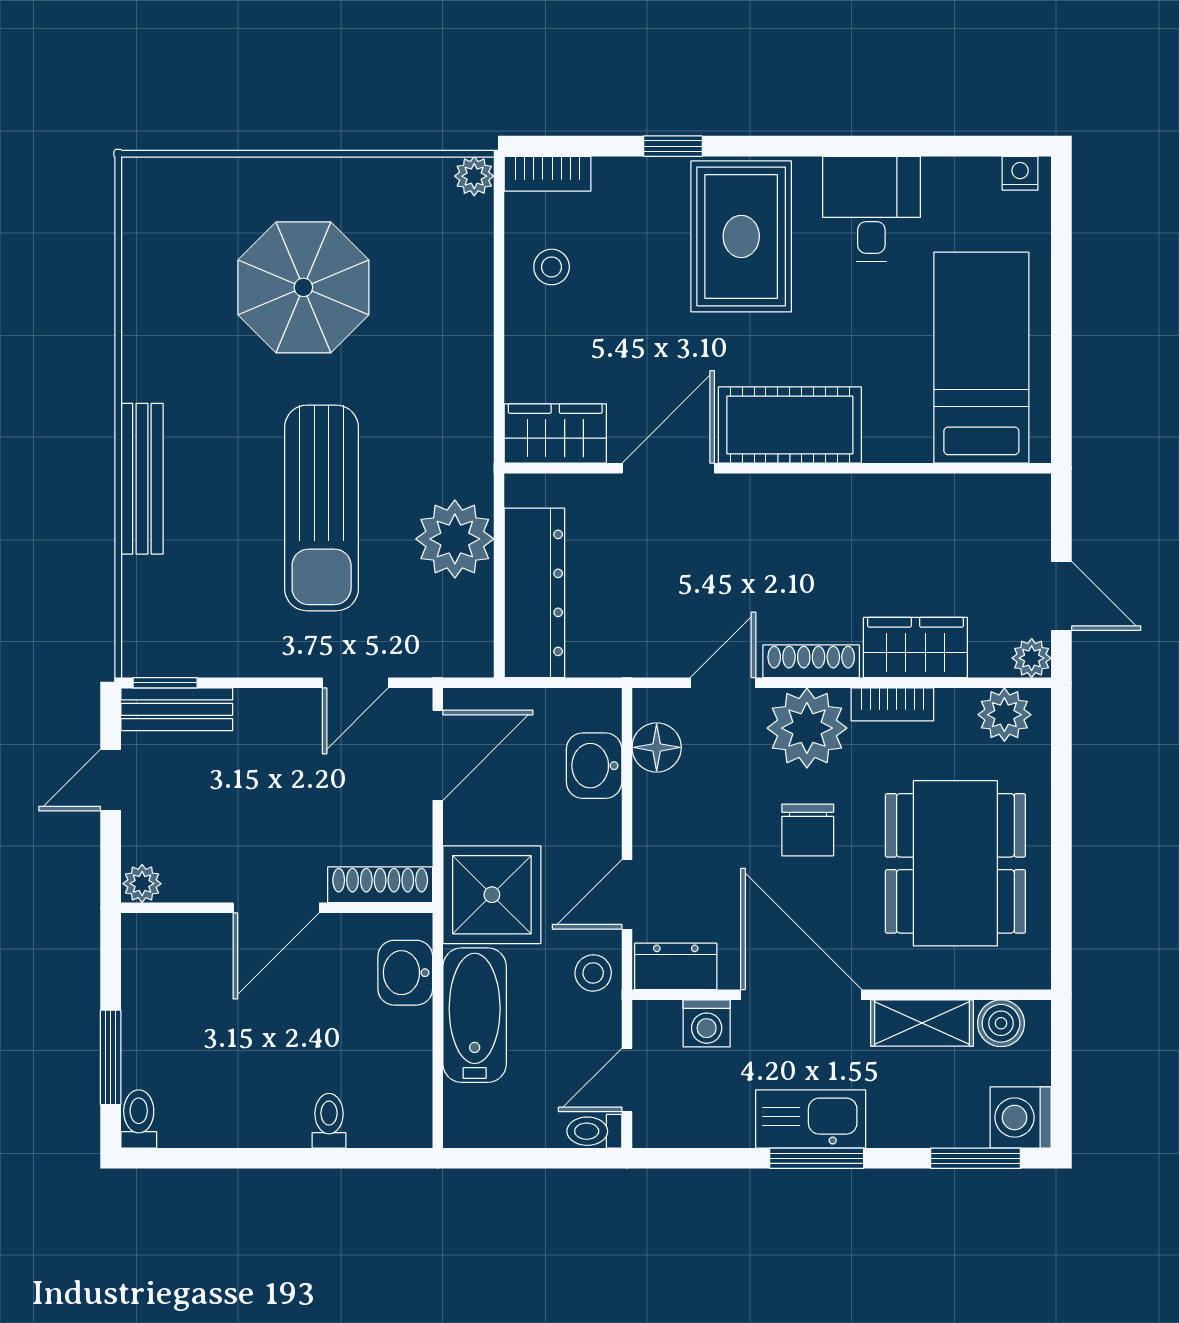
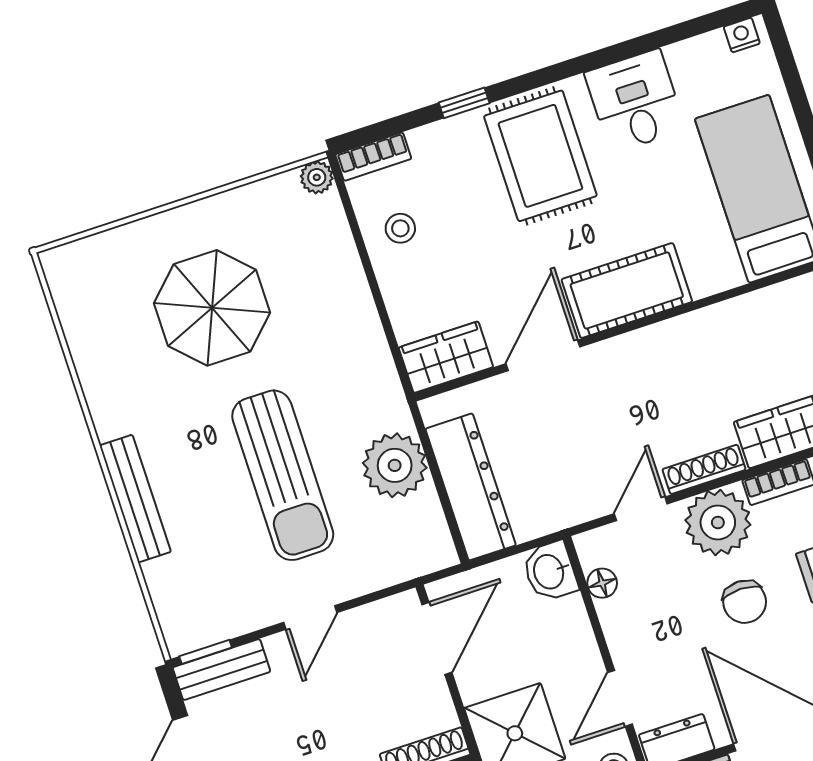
door: (355, 683) -> (310, 617), moved
floor lamp: (657, 747) -> (602, 583), width x0.73, depth x0.73
washbasin: (594, 766) -> (550, 571), moved

